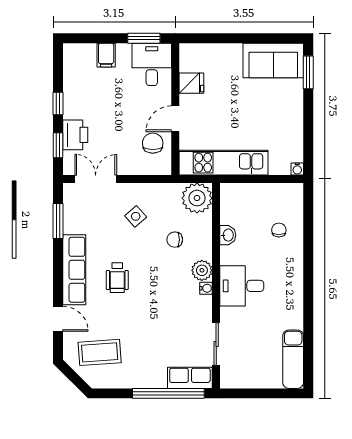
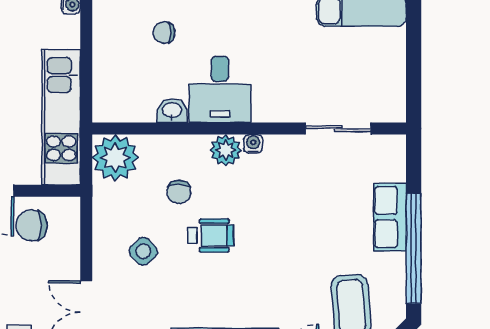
wheelchair: (117, 278) -> (211, 235), moved
desk: (242, 286) -> (220, 89), moved
row of seats: (190, 378) -> (390, 217), moved
window: (168, 393) -> (414, 249), moved

